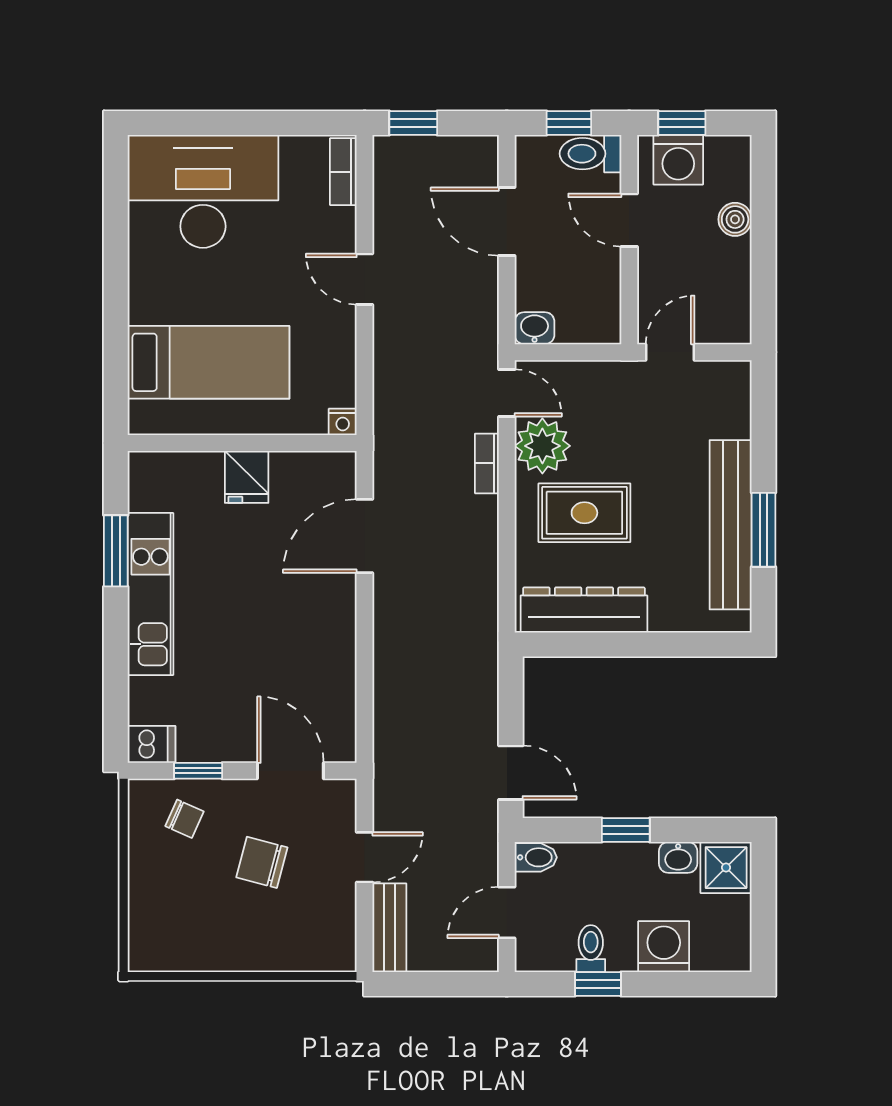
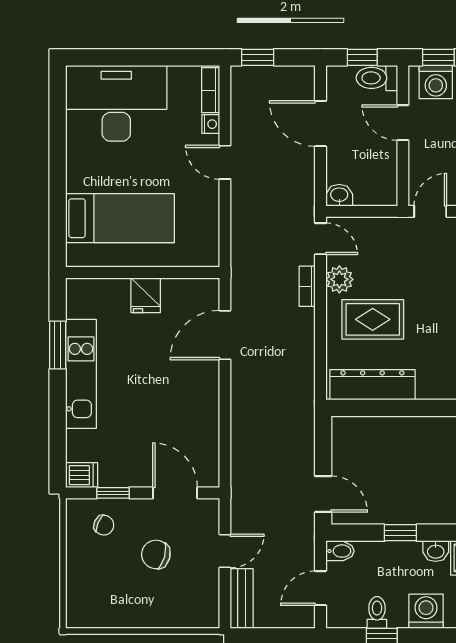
nightstand: (343, 422) -> (211, 124), moved, turned -90
plant: (542, 446) -> (339, 279), width x0.73, depth x0.73

